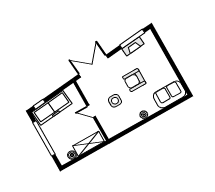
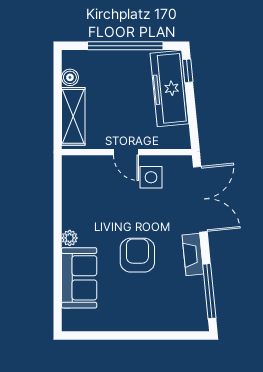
fireplace: (133, 46) -> (193, 254), moved
sofa: (169, 94) -> (79, 278), moved
side table: (115, 101) -> (151, 177), moved
door: (91, 111) -> (126, 152), swing flipped

